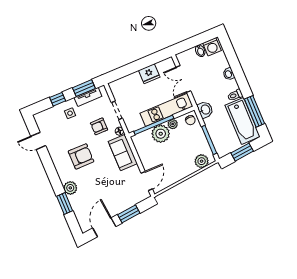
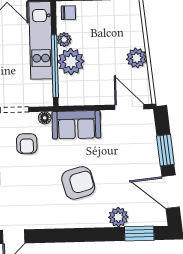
armchair: (81, 156) -> (78, 183), moved, turned 75
plant: (202, 161) -> (137, 58), moved
plant: (70, 188) -> (118, 217), moved
window: (65, 204) -> (139, 234), moved

